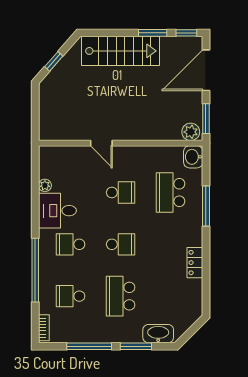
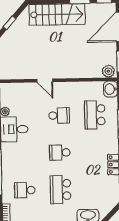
school desk: (71, 244) -> (24, 153), removed
school desk: (121, 244) -> (60, 153), turned 180

